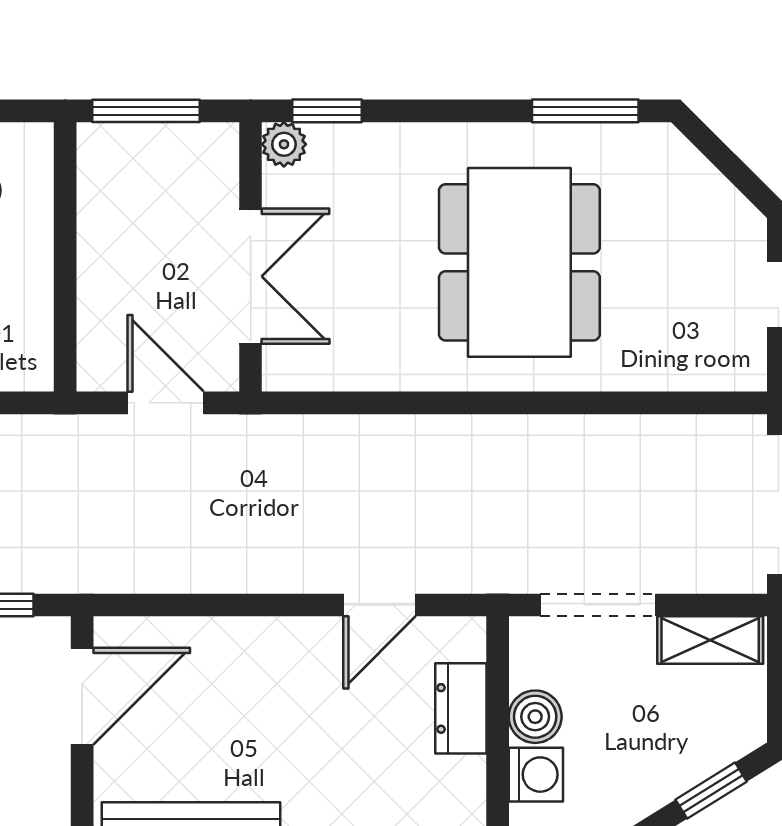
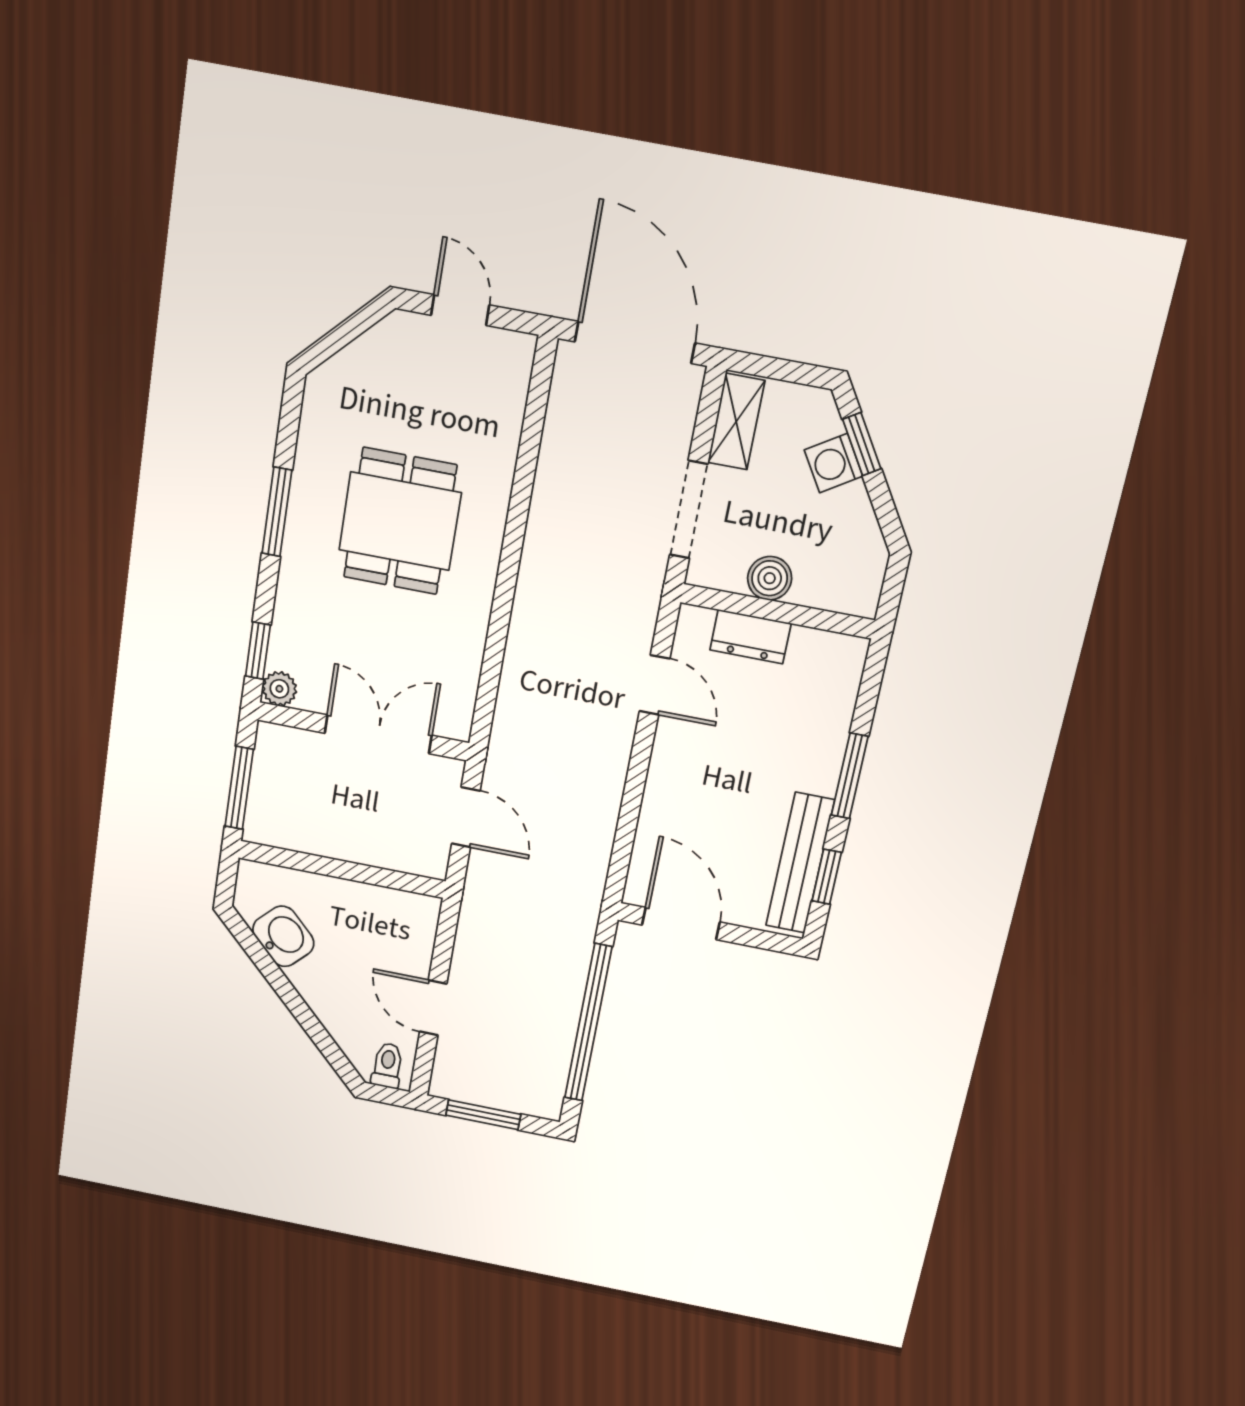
window: (585, 111) -> (277, 512), moved
dining table: (519, 262) -> (400, 521), width x0.73
door: (166, 403) -> (466, 817), swing flipped
washing machine: (536, 775) -> (834, 463), moved, turned -122

